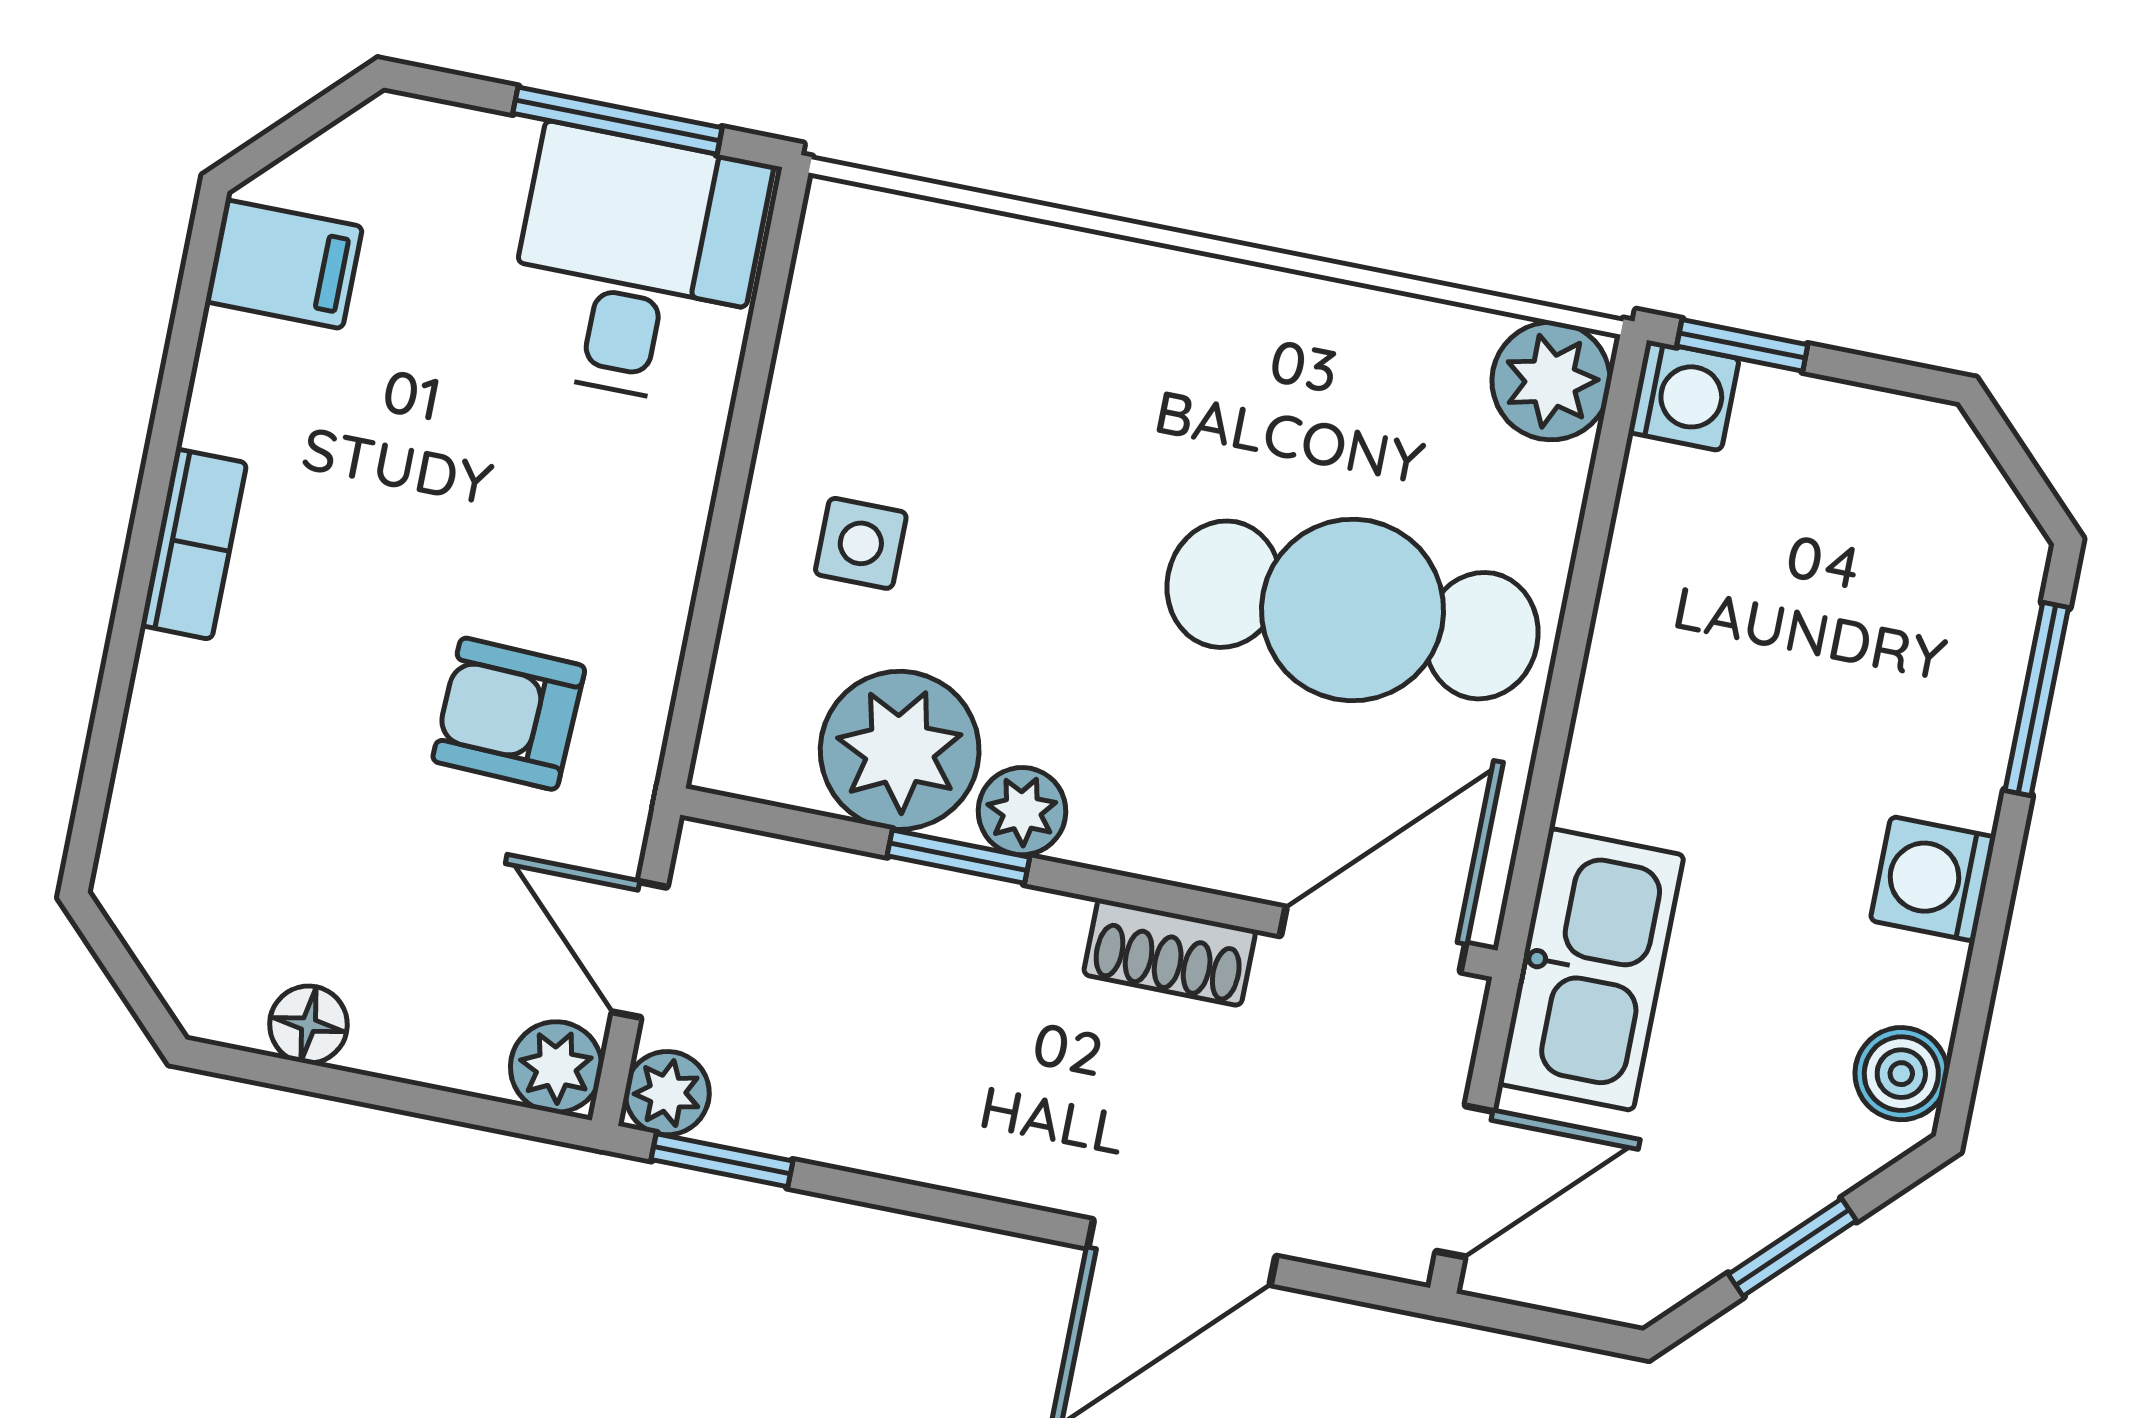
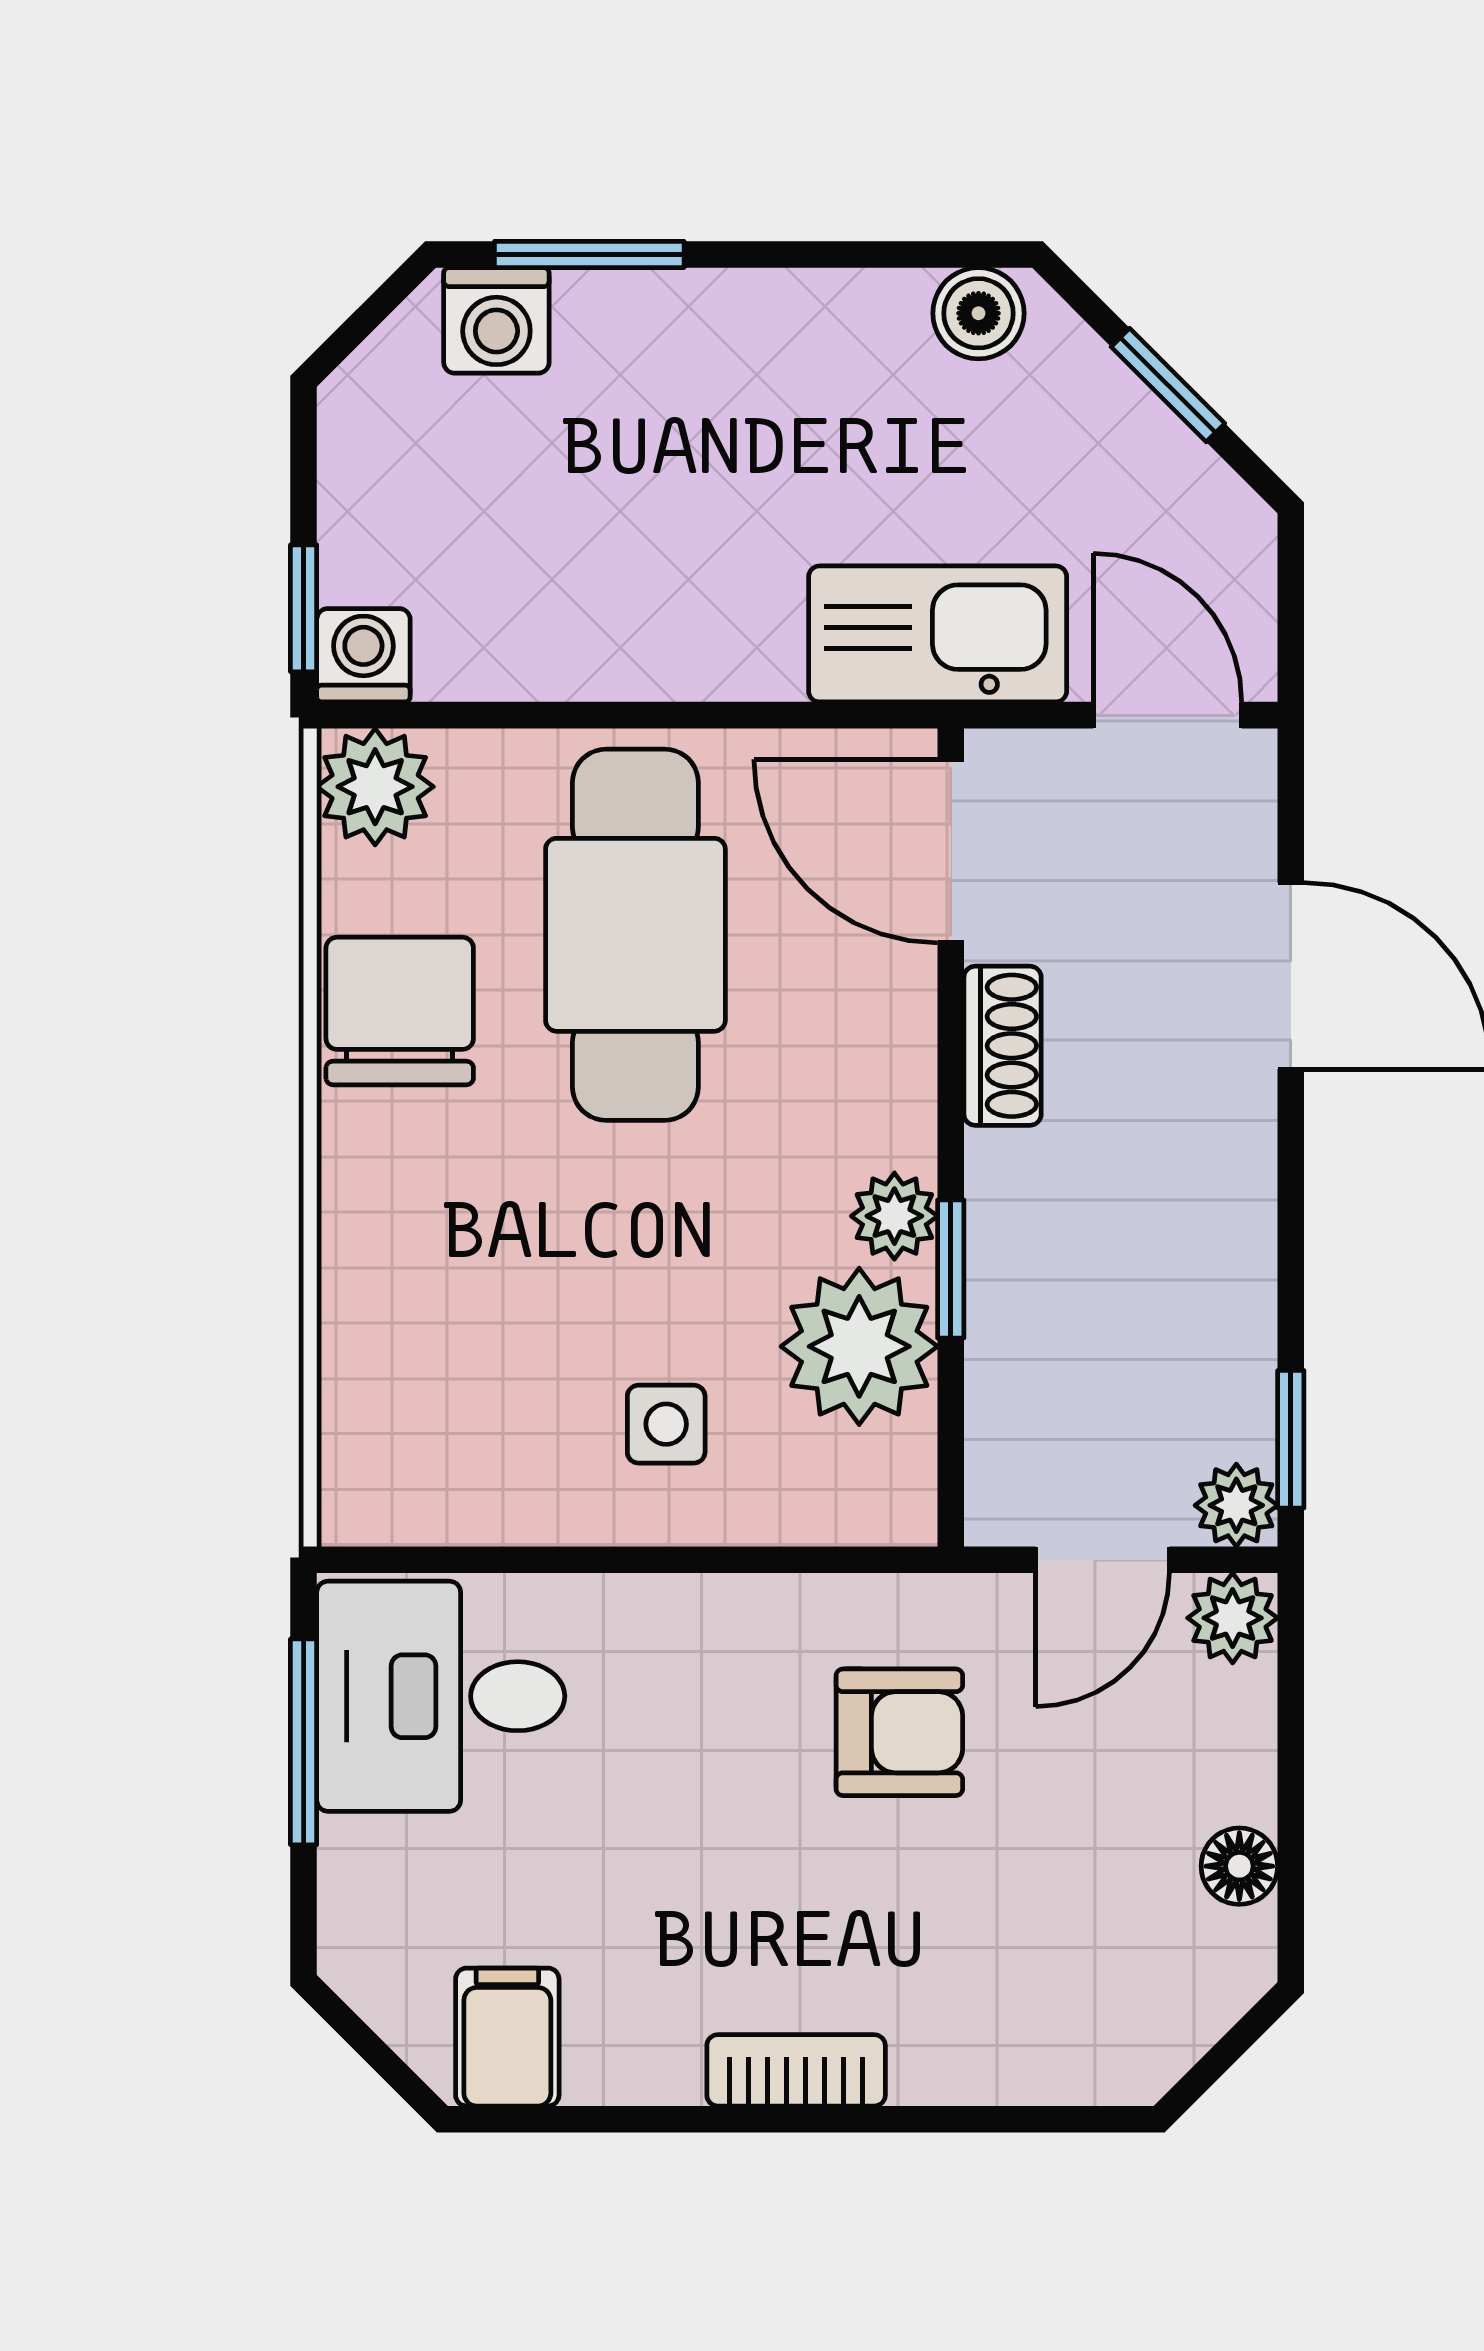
chair: (1324, 361) -> (400, 1011), added
armchair: (509, 714) -> (899, 1732), turned -92
washing machine: (1933, 879) -> (496, 320), moved

